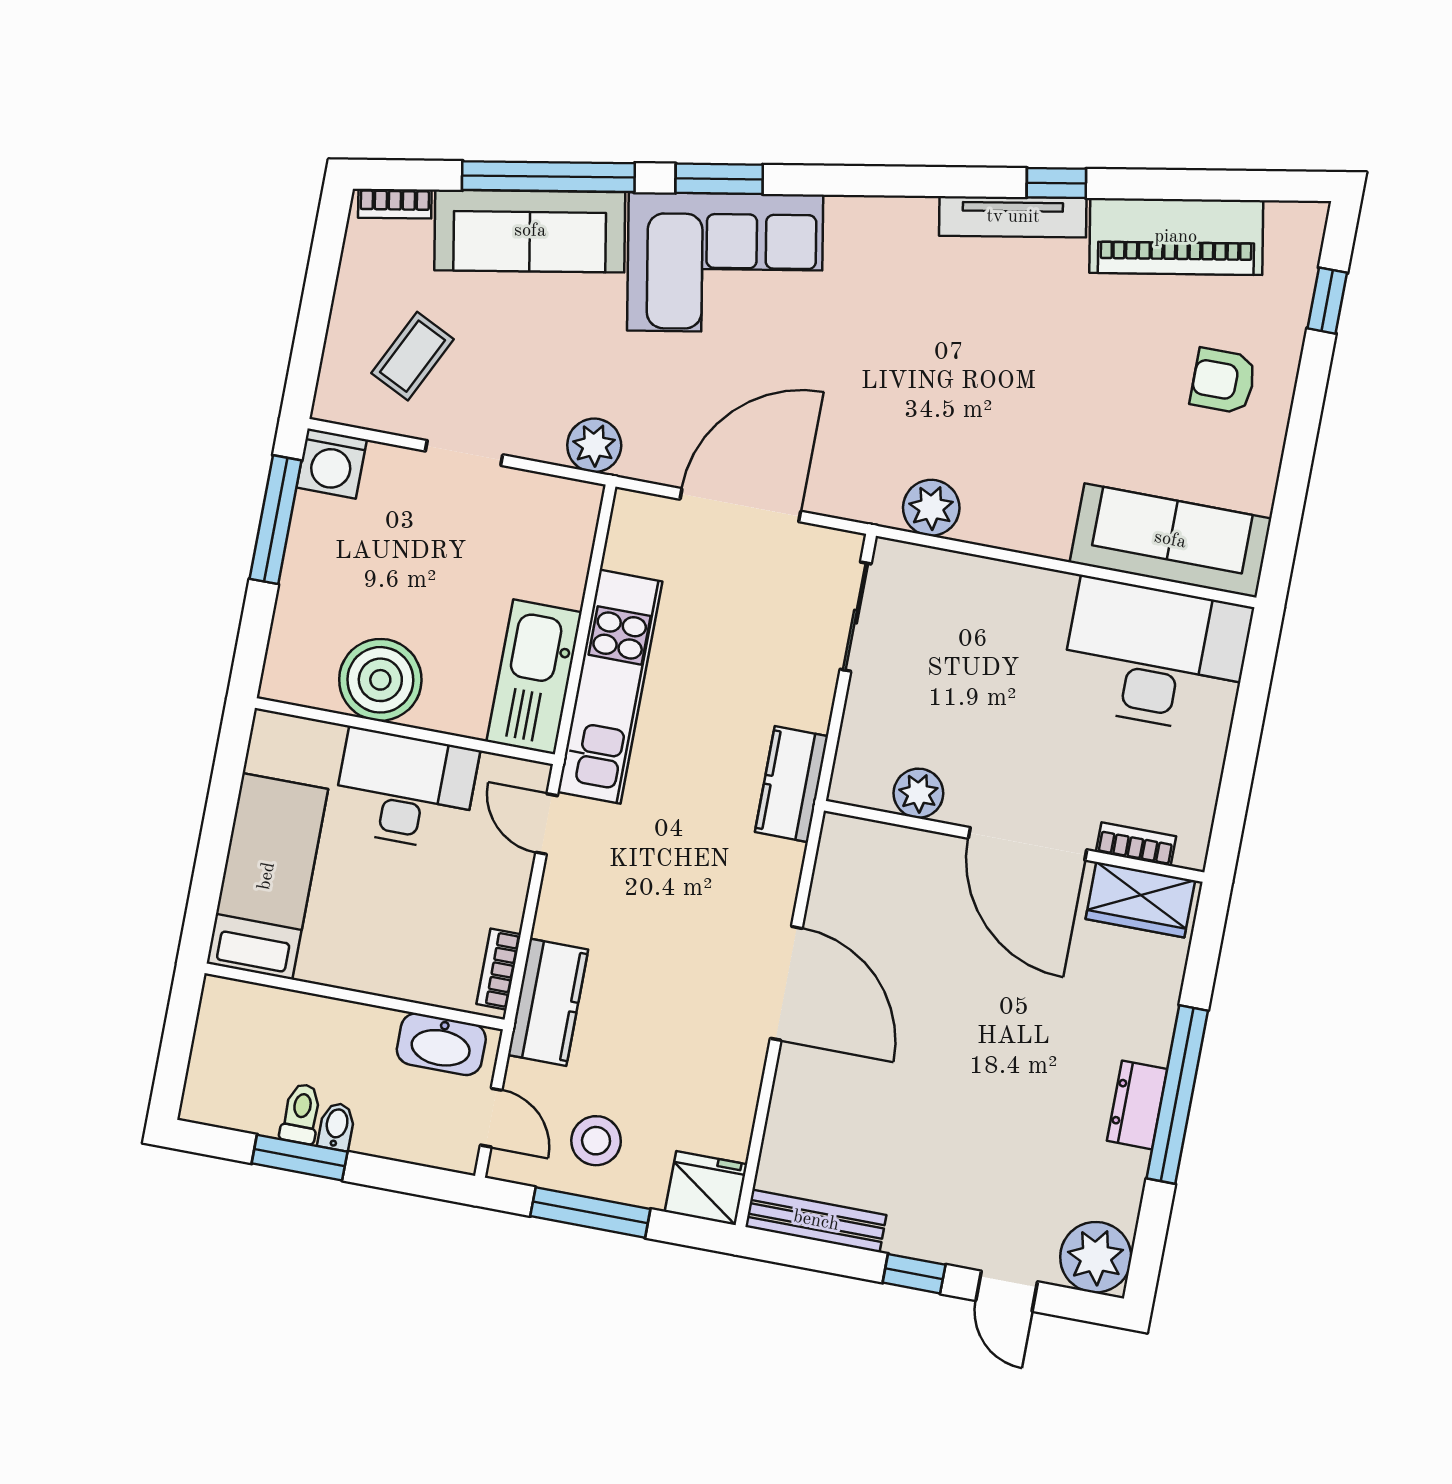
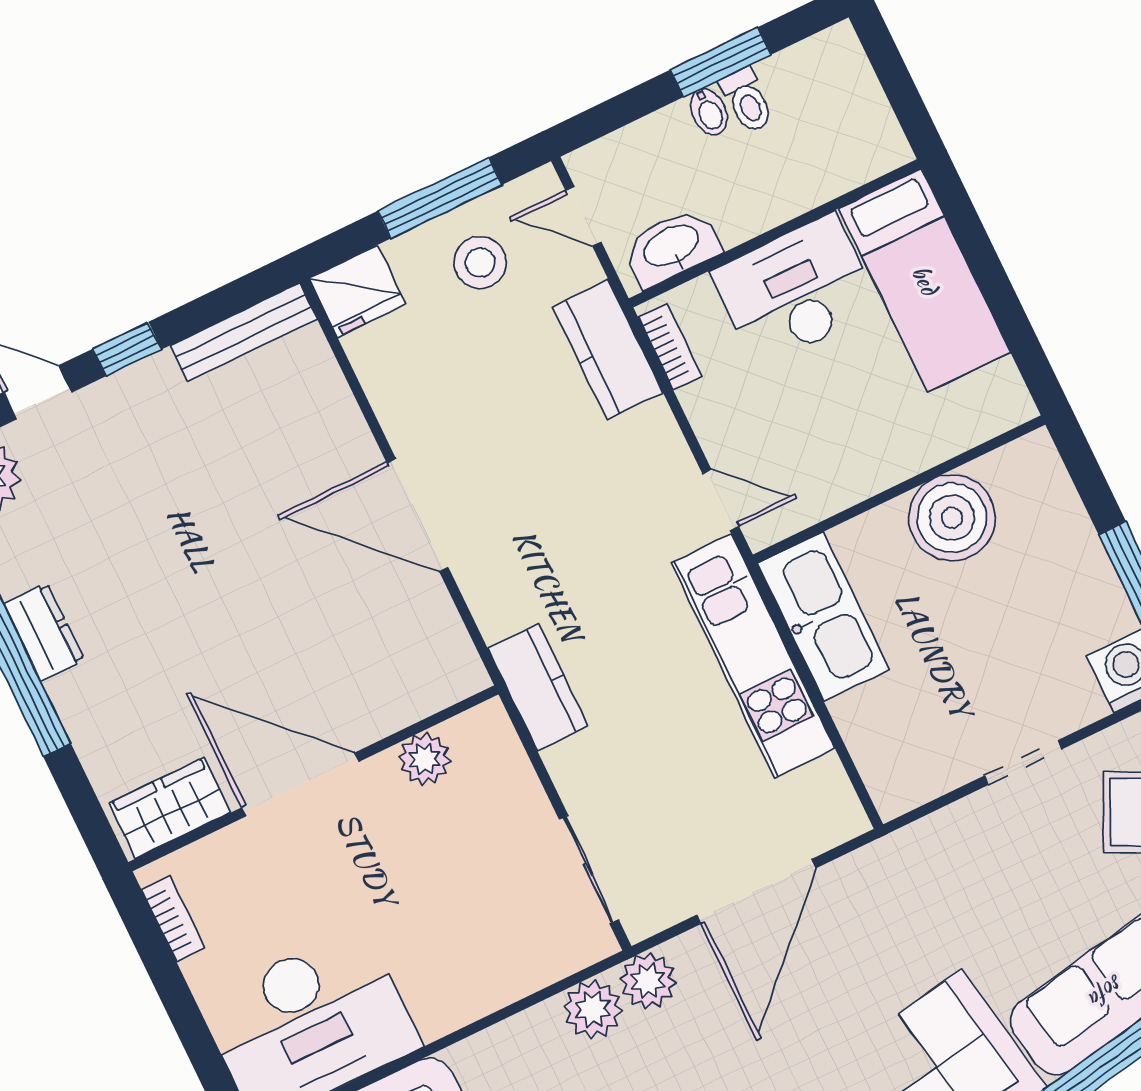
plant: (594, 445) -> (648, 981), moved
desk: (405, 789) -> (796, 290), moved, turned 180
bookcase: (1136, 844) -> (173, 919), moved, turned -90

